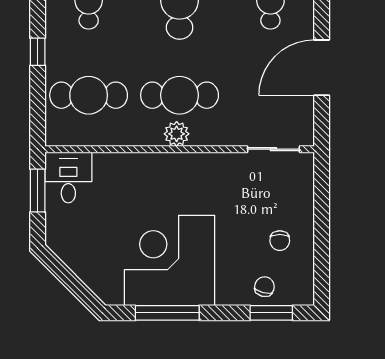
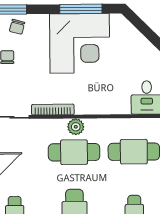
bookcase: (211, 160) -> (53, 110), added

